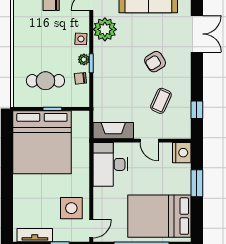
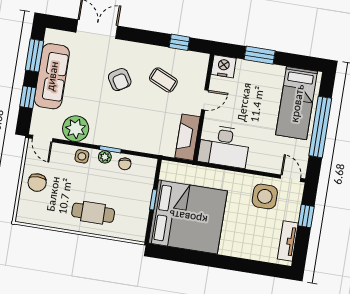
cafe table: (45, 81) -> (93, 213), moved, turned 90
bed: (159, 216) -> (297, 103), width x0.67

